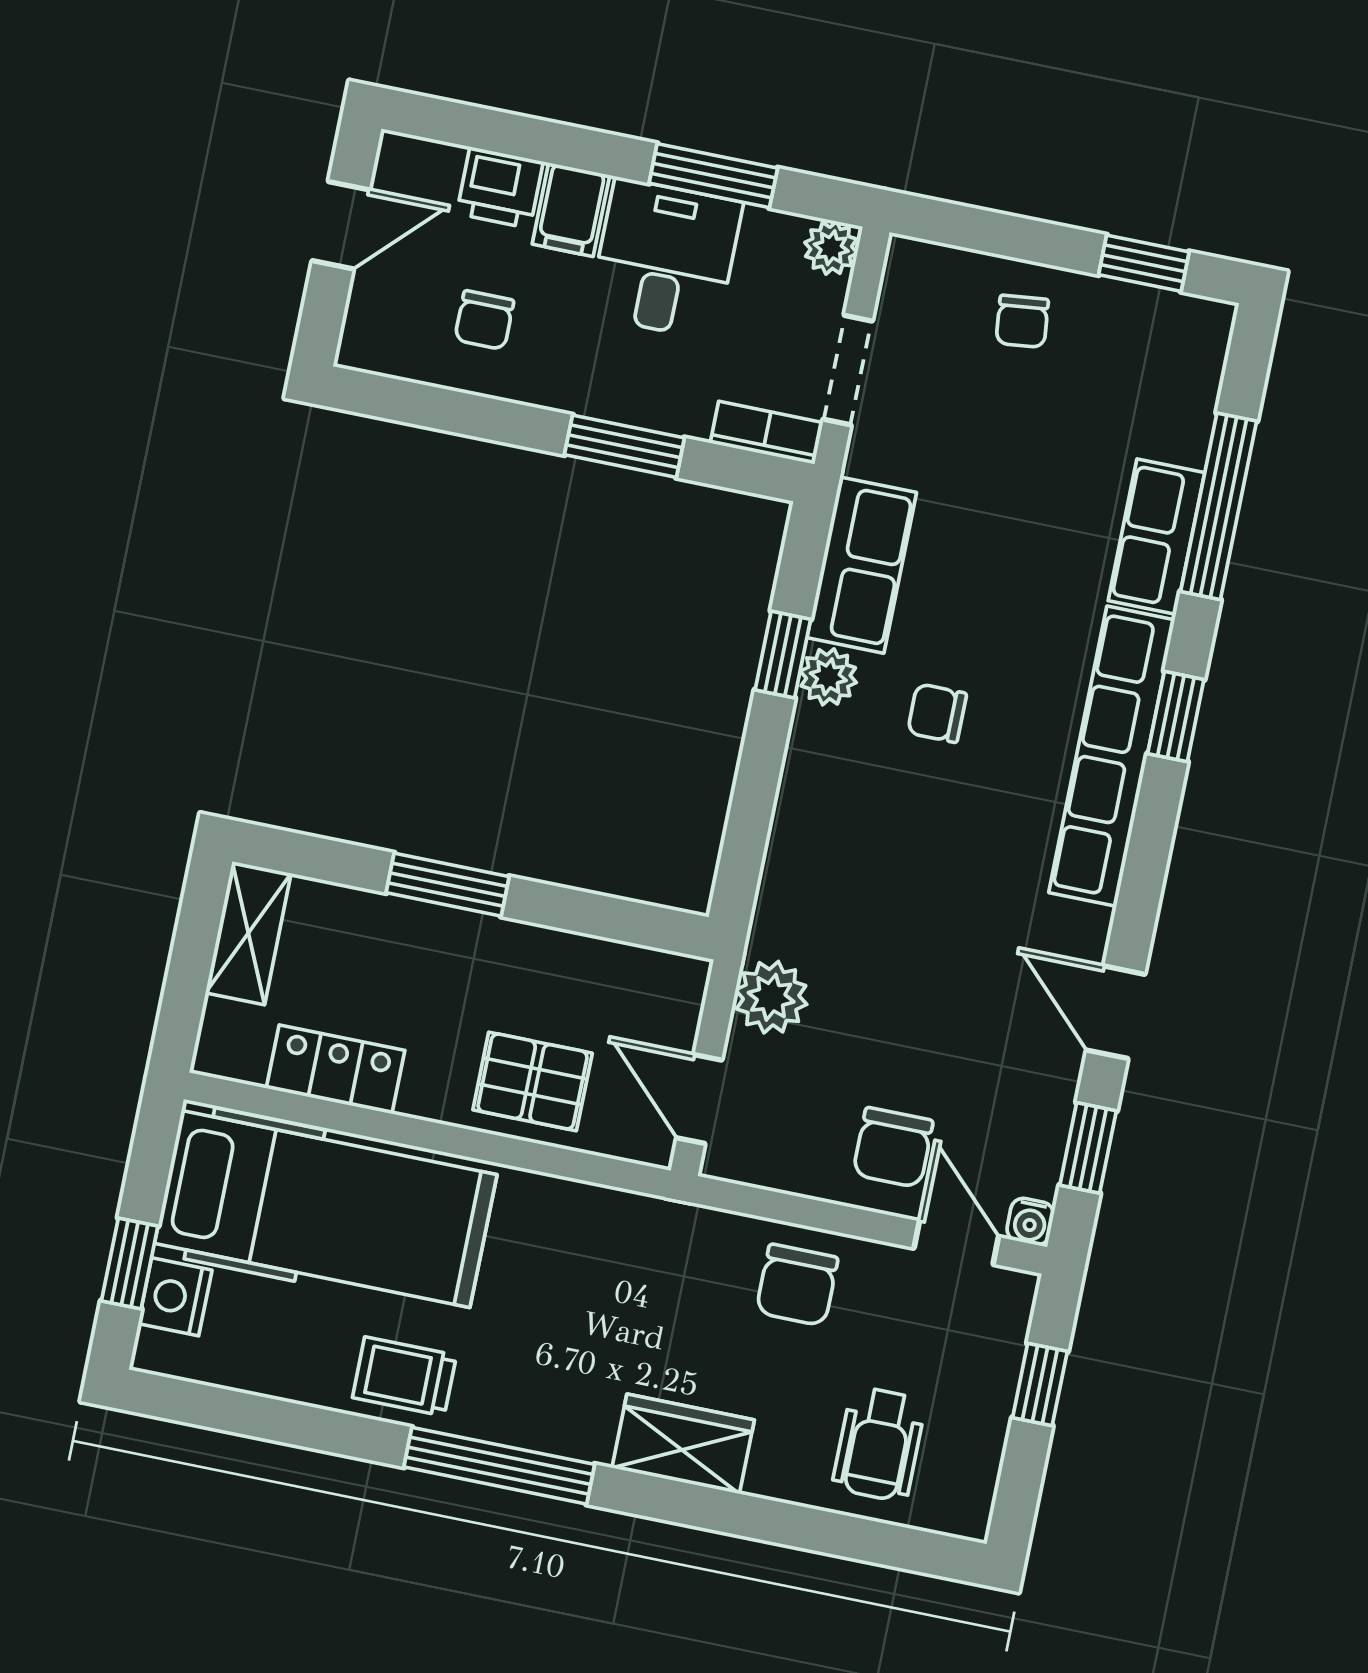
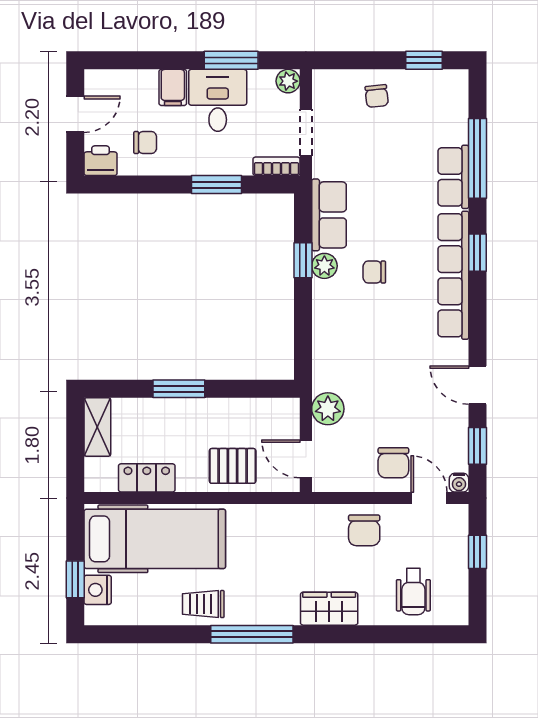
printer: (500, 188) -> (101, 161), moved, turned 180
chair: (484, 320) -> (145, 143), turned -90

